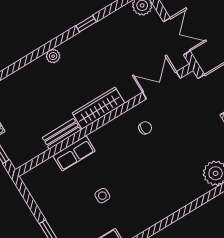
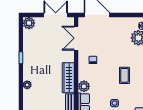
plant: (100, 138) -> (84, 86), added
coffee table: (150, 186) -> (124, 75), added

